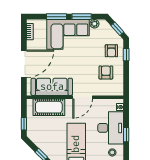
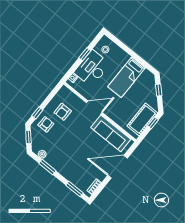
window: (56, 17) -> (74, 189), moved
corner sofa: (68, 34) -> (68, 162), removed
cot: (49, 107) -> (142, 119), moved, turned 90

